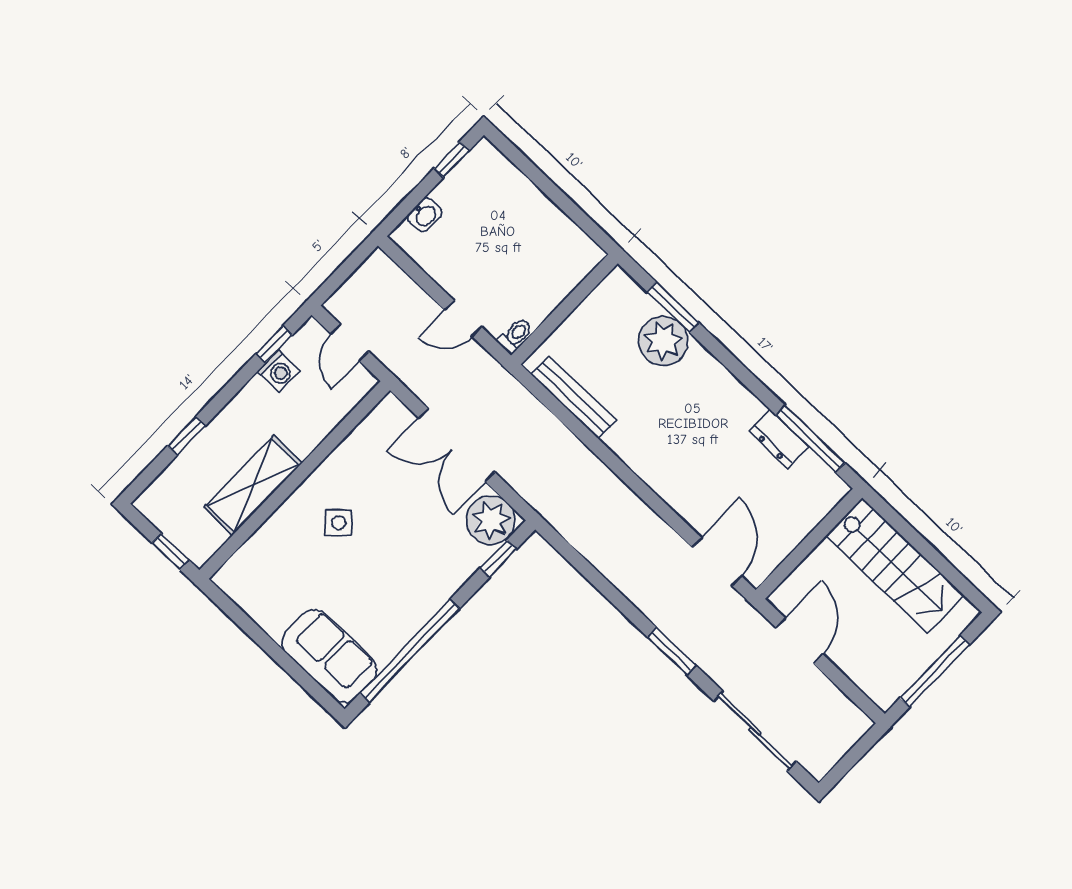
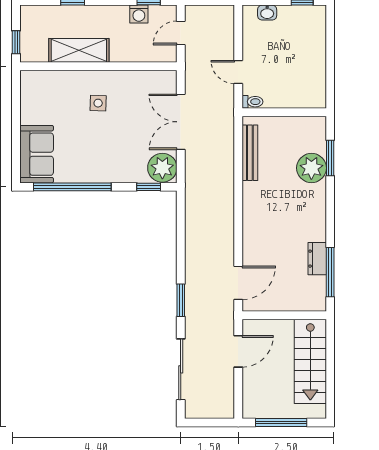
side table: (339, 523) -> (98, 103), turned 45

